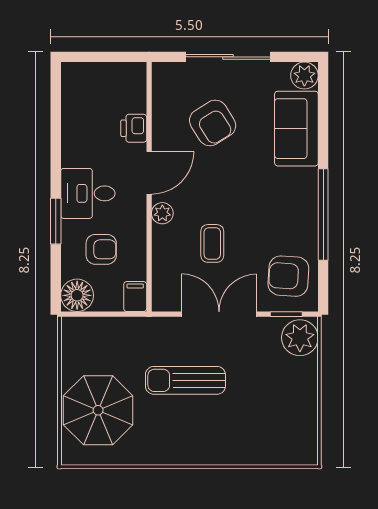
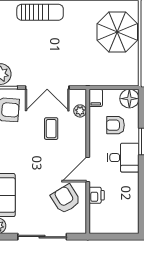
armchair: (213, 123) -> (66, 199), moved
plant: (162, 213) -> (80, 111), moved
sun lounger: (185, 380) -> (40, 12), moved

